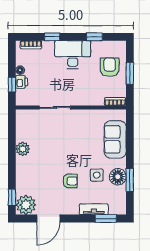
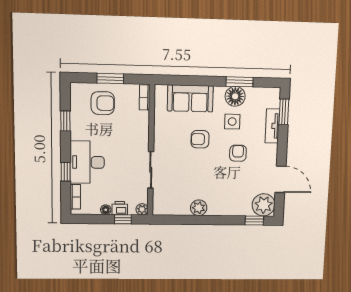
desk: (73, 55) -> (87, 162), moved
armchair: (110, 67) -> (103, 103), turned 180
plant: (21, 101) -> (142, 209), added
armchair: (81, 148) -> (200, 139), added

